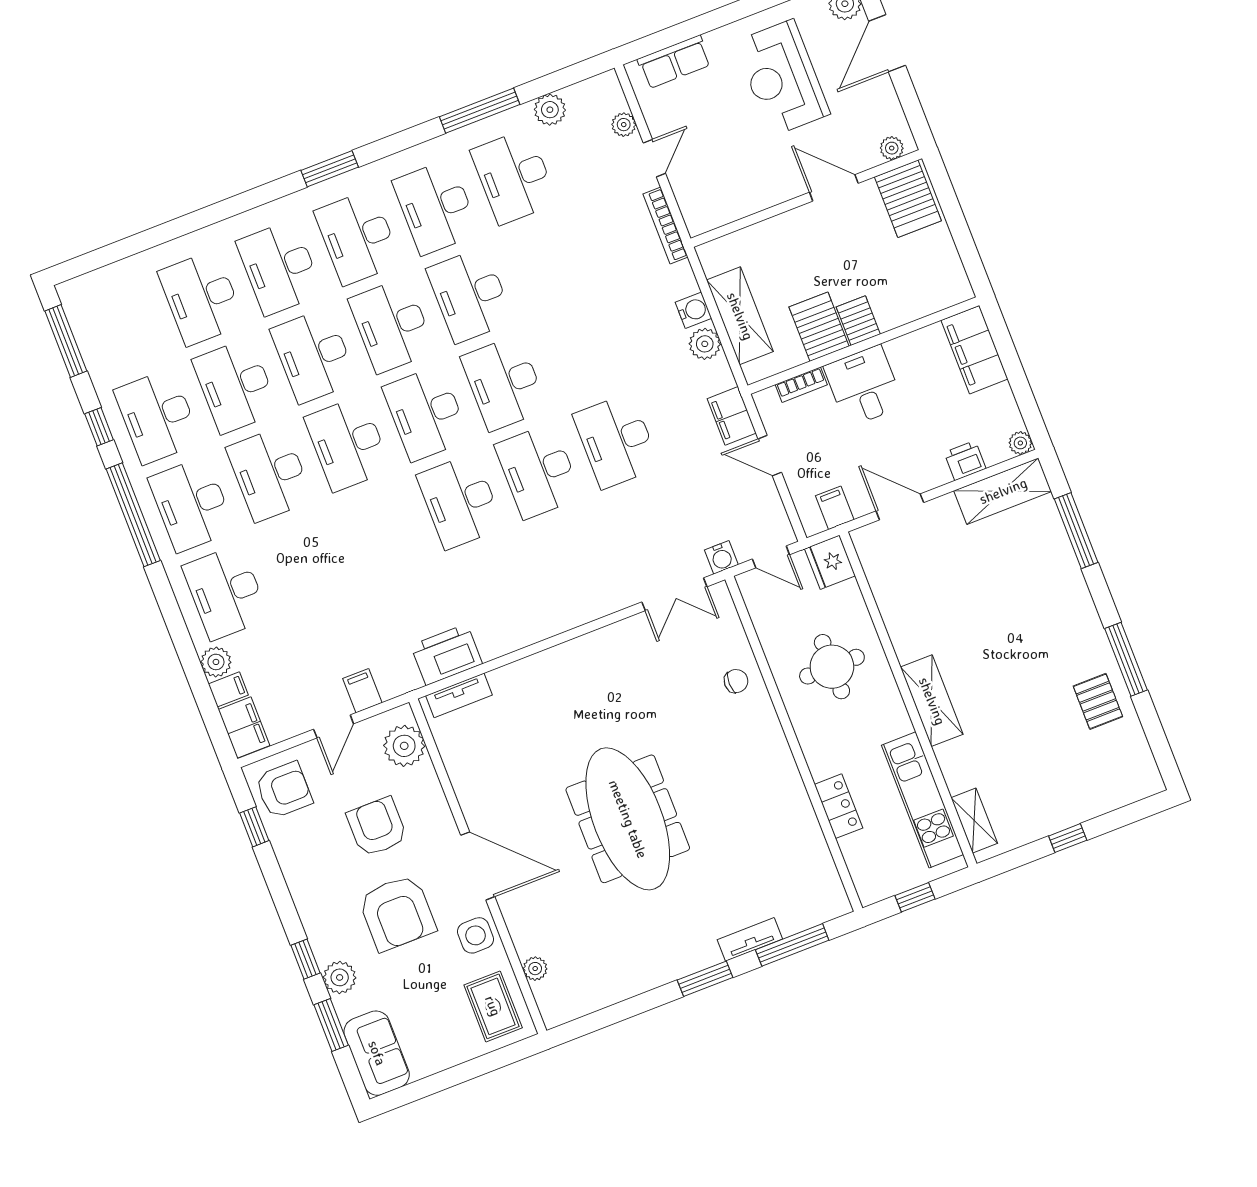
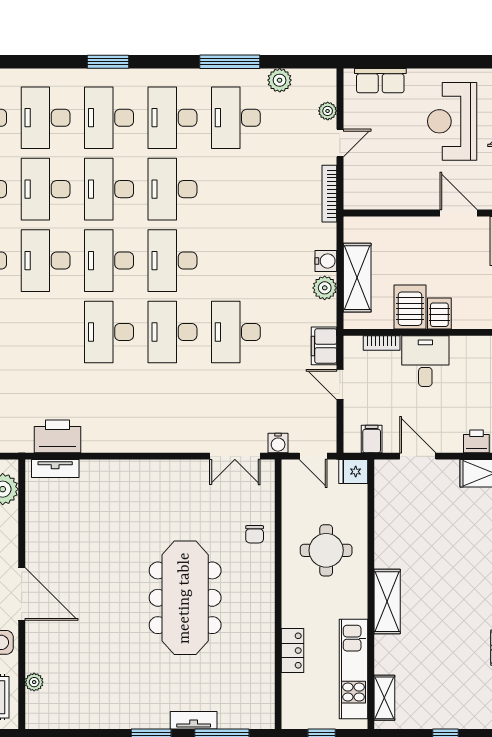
fridge: (830, 562) -> (353, 472), width x0.72
chair: (736, 681) -> (255, 534), turned 90
meeting table: (628, 819) -> (185, 598), moved

